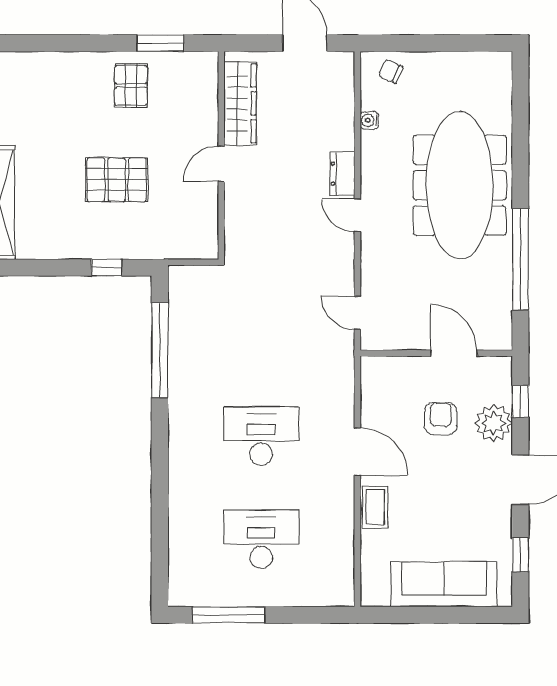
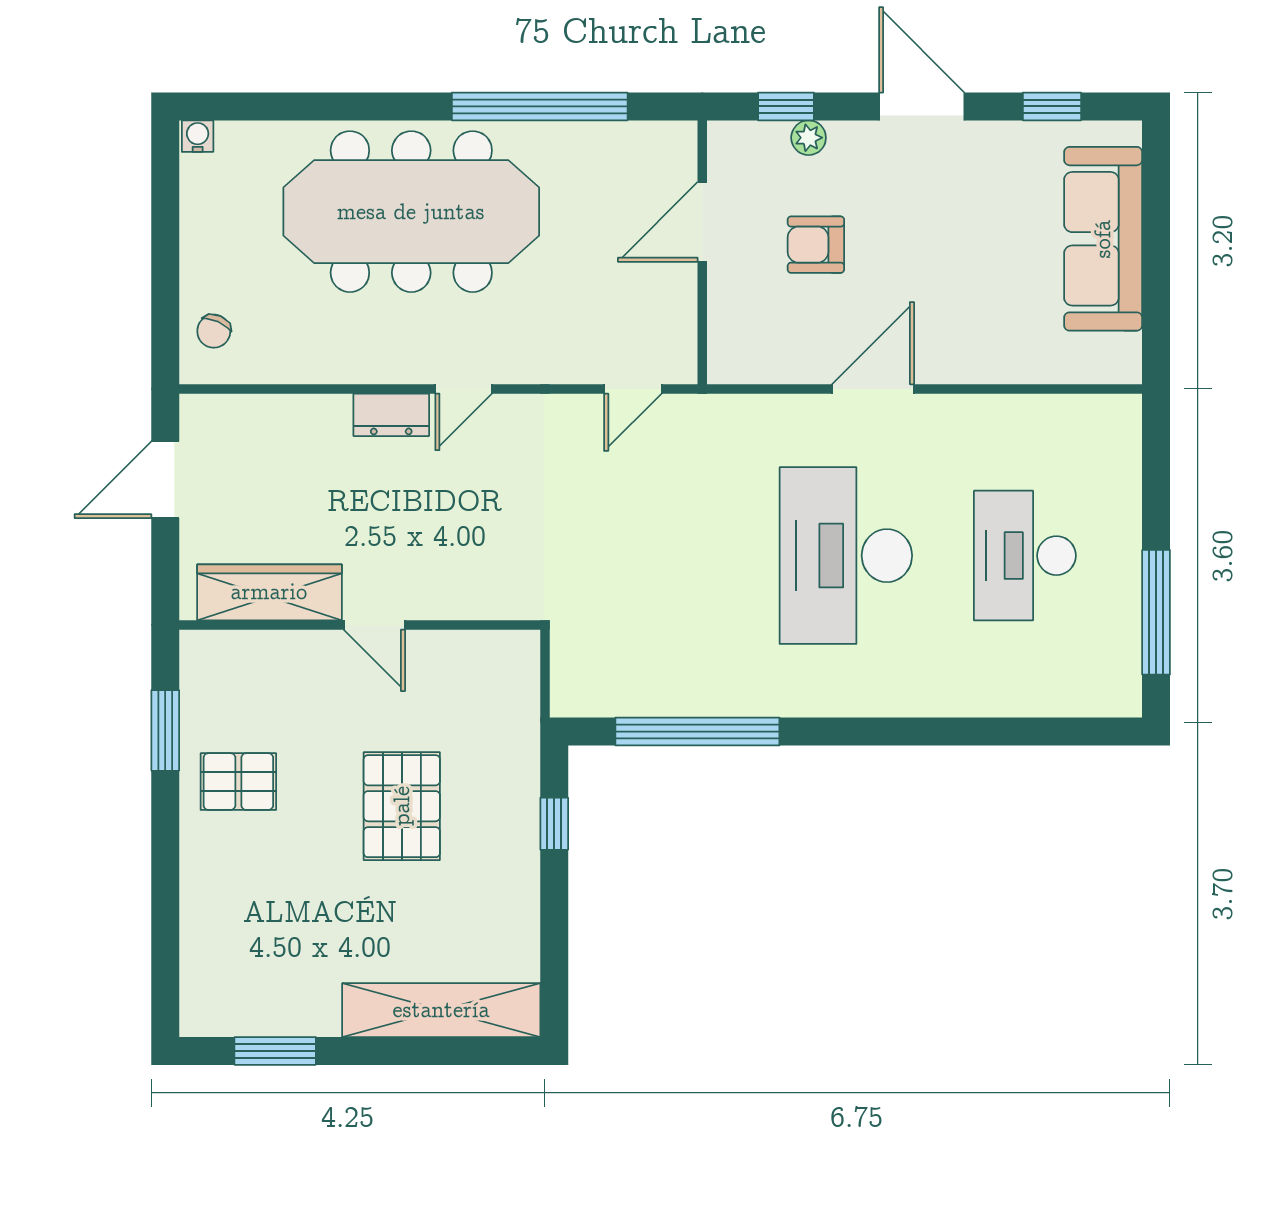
water cooler: (369, 120) -> (198, 136), moved, turned 180
plant: (494, 423) -> (809, 138), width x0.53, depth x0.53
desk: (261, 436) -> (846, 556), width x1.36, depth x1.30
coffee table: (375, 507) -> (969, 358), removed

